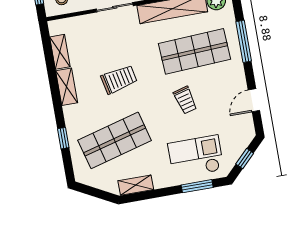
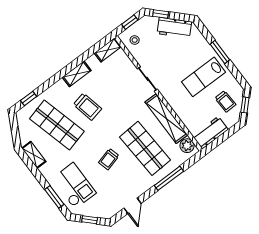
shelving: (60, 52) -> (108, 50), moved
trolley: (119, 79) -> (87, 107), moved
door: (254, 100) -> (132, 206), swing flipped
window: (63, 138) -> (29, 98), moved

